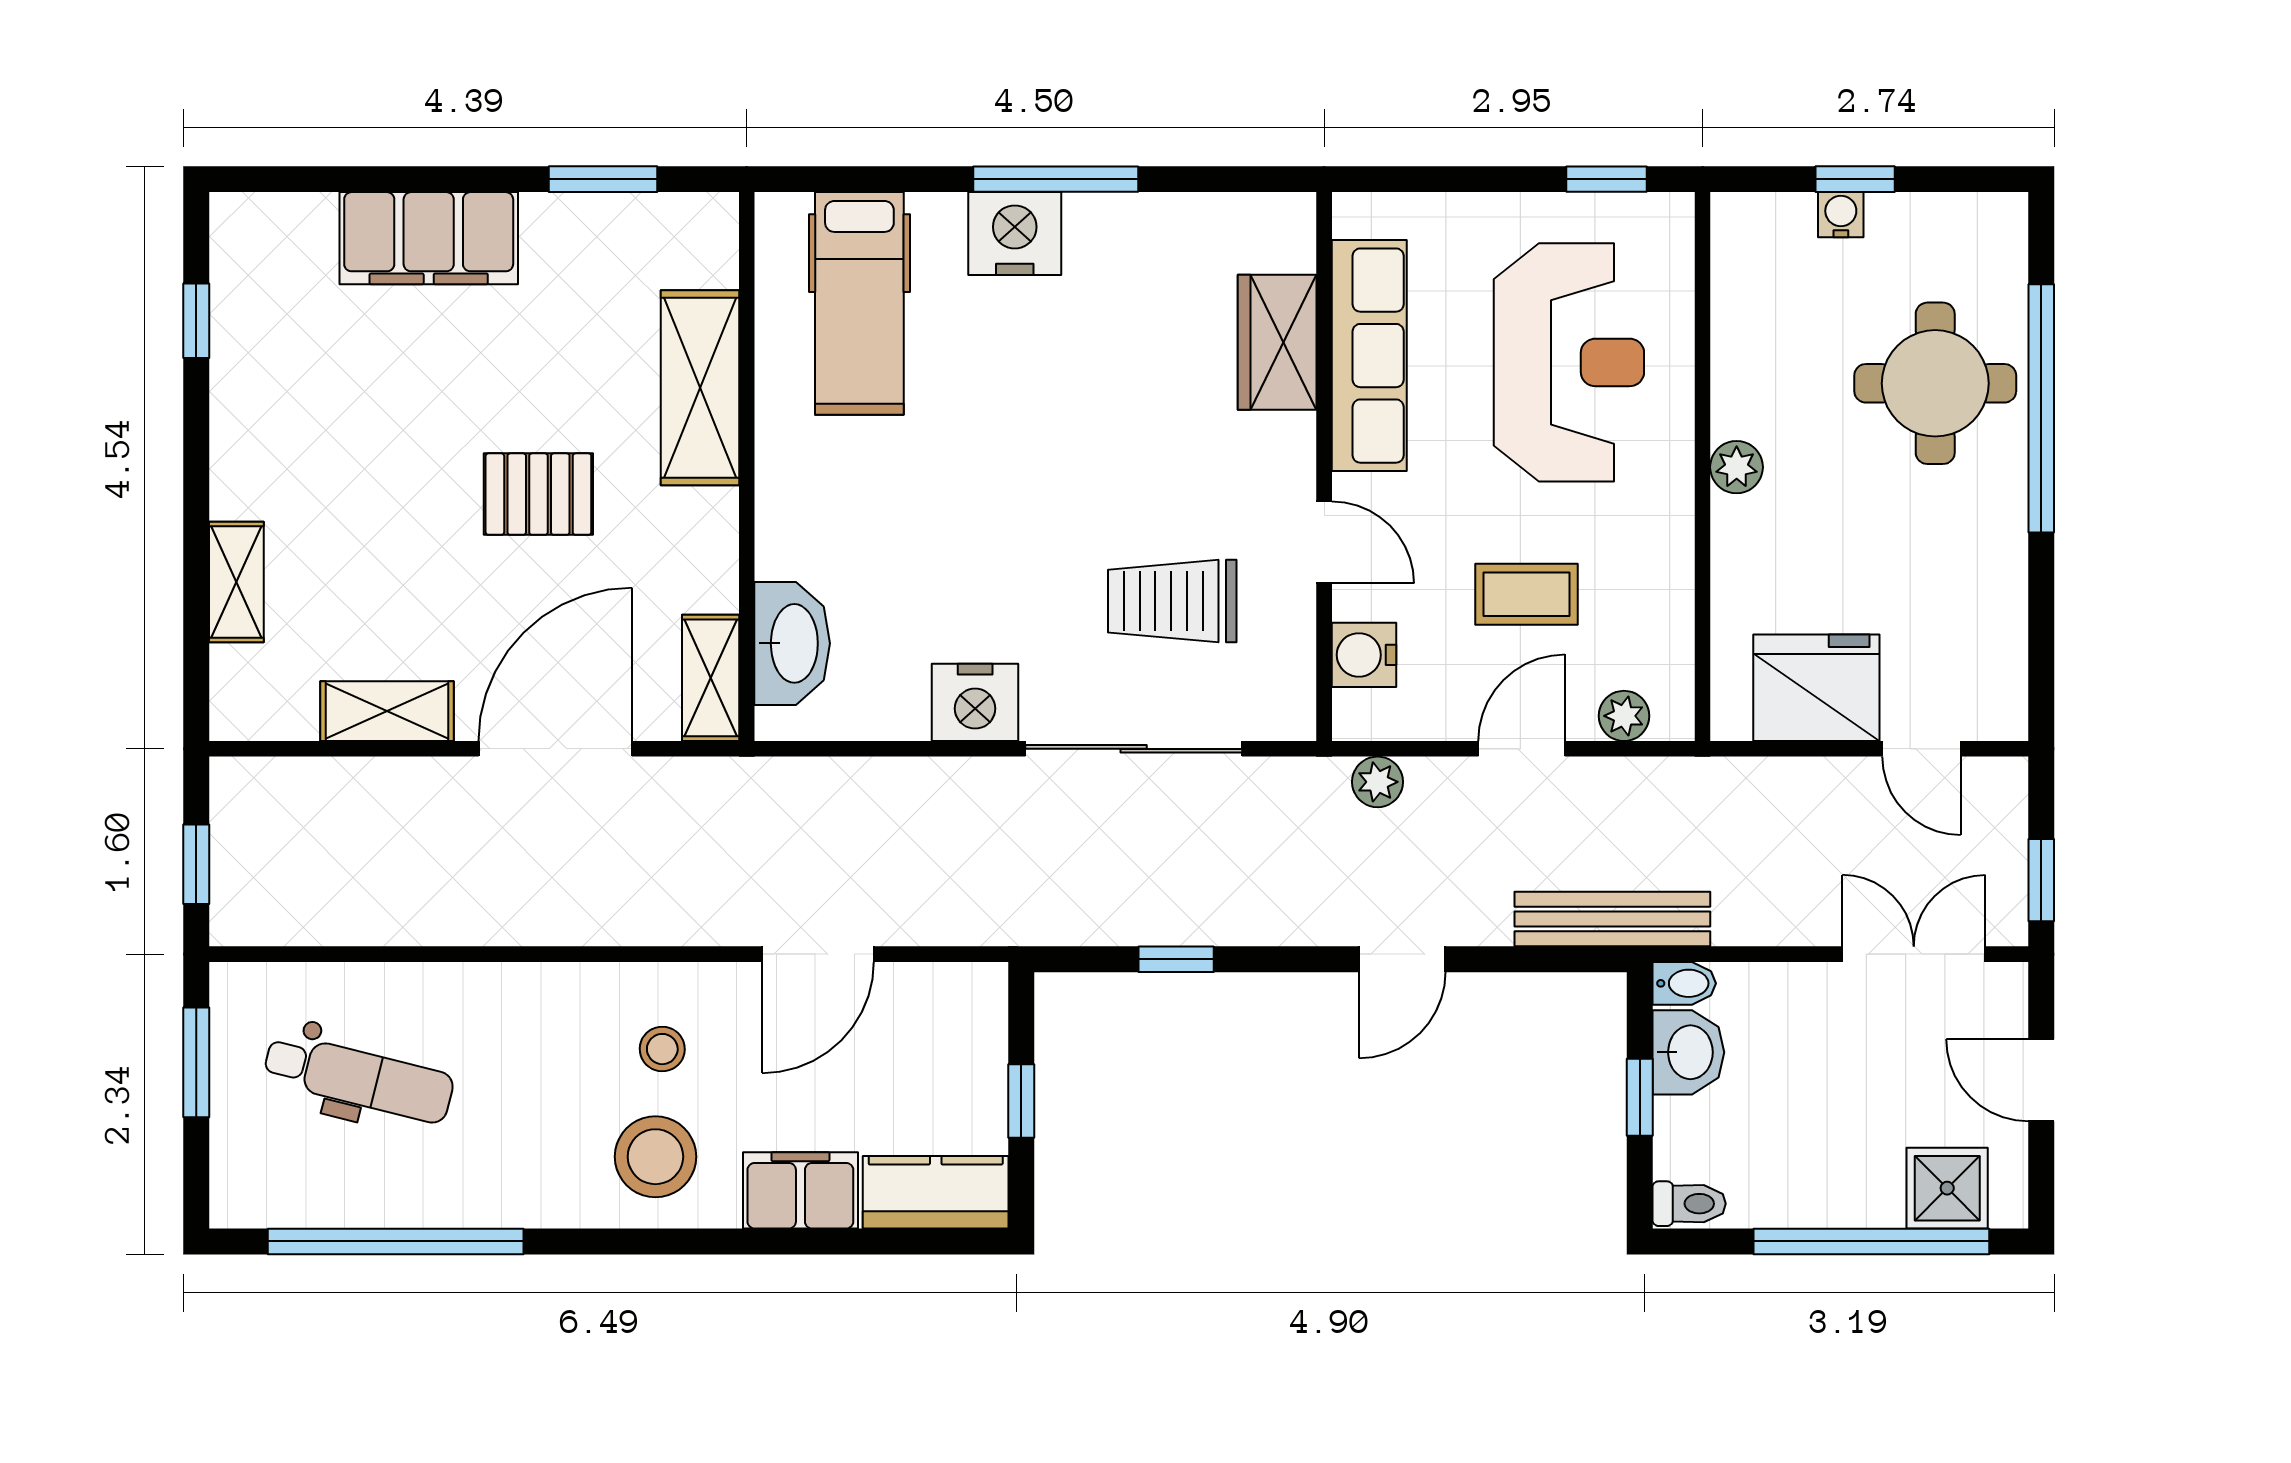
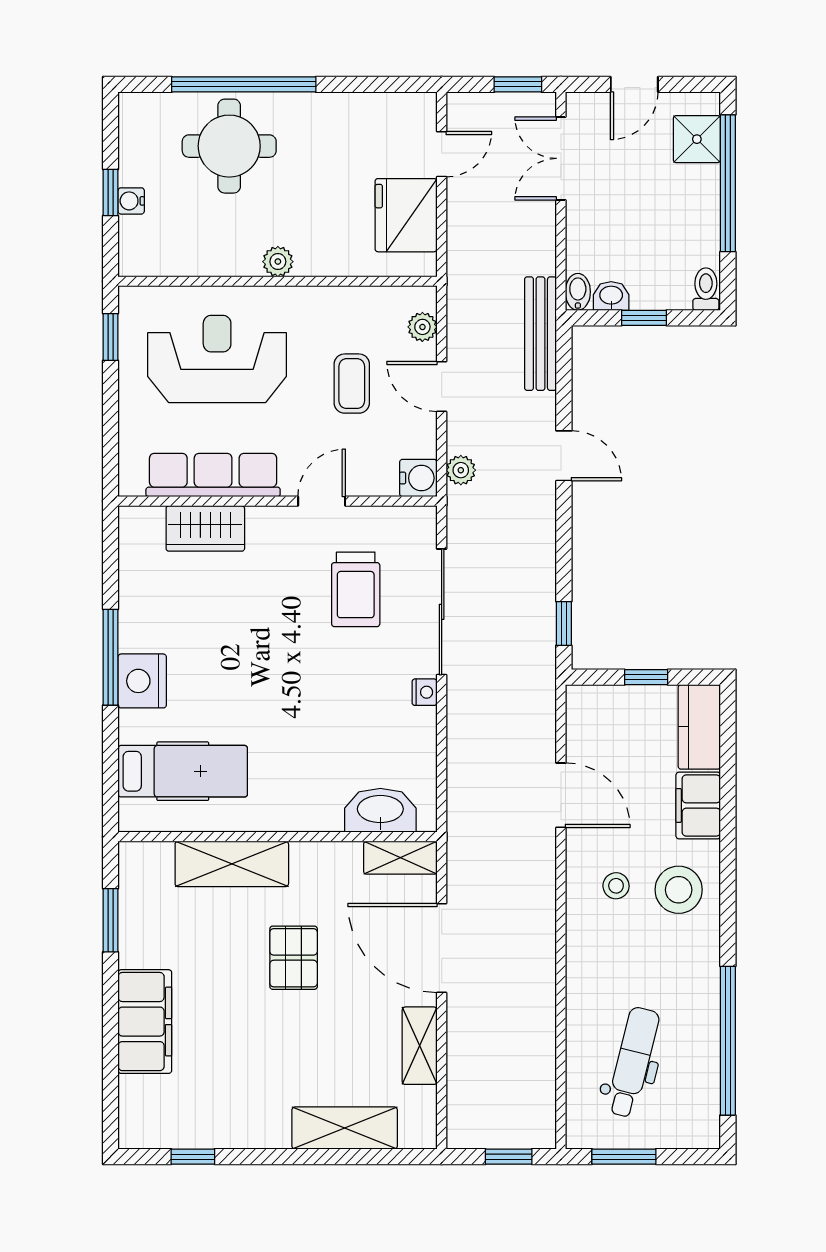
shelving: (236, 582) -> (345, 1128), width x1.50, depth x1.33
water cooler: (1364, 655) -> (418, 478), moved, turned -90
nightstand: (975, 702) -> (425, 692), width x0.53, depth x0.56
window: (1176, 959) -> (564, 624), moved
washbasin: (1688, 1052) -> (611, 296), width x0.72, depth x0.69

